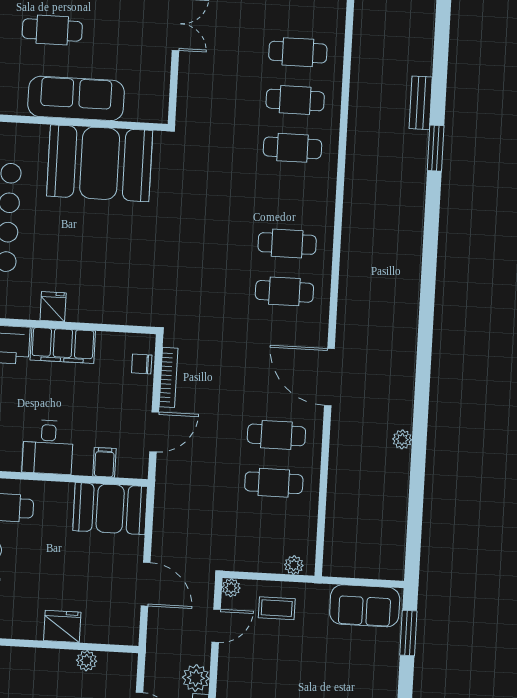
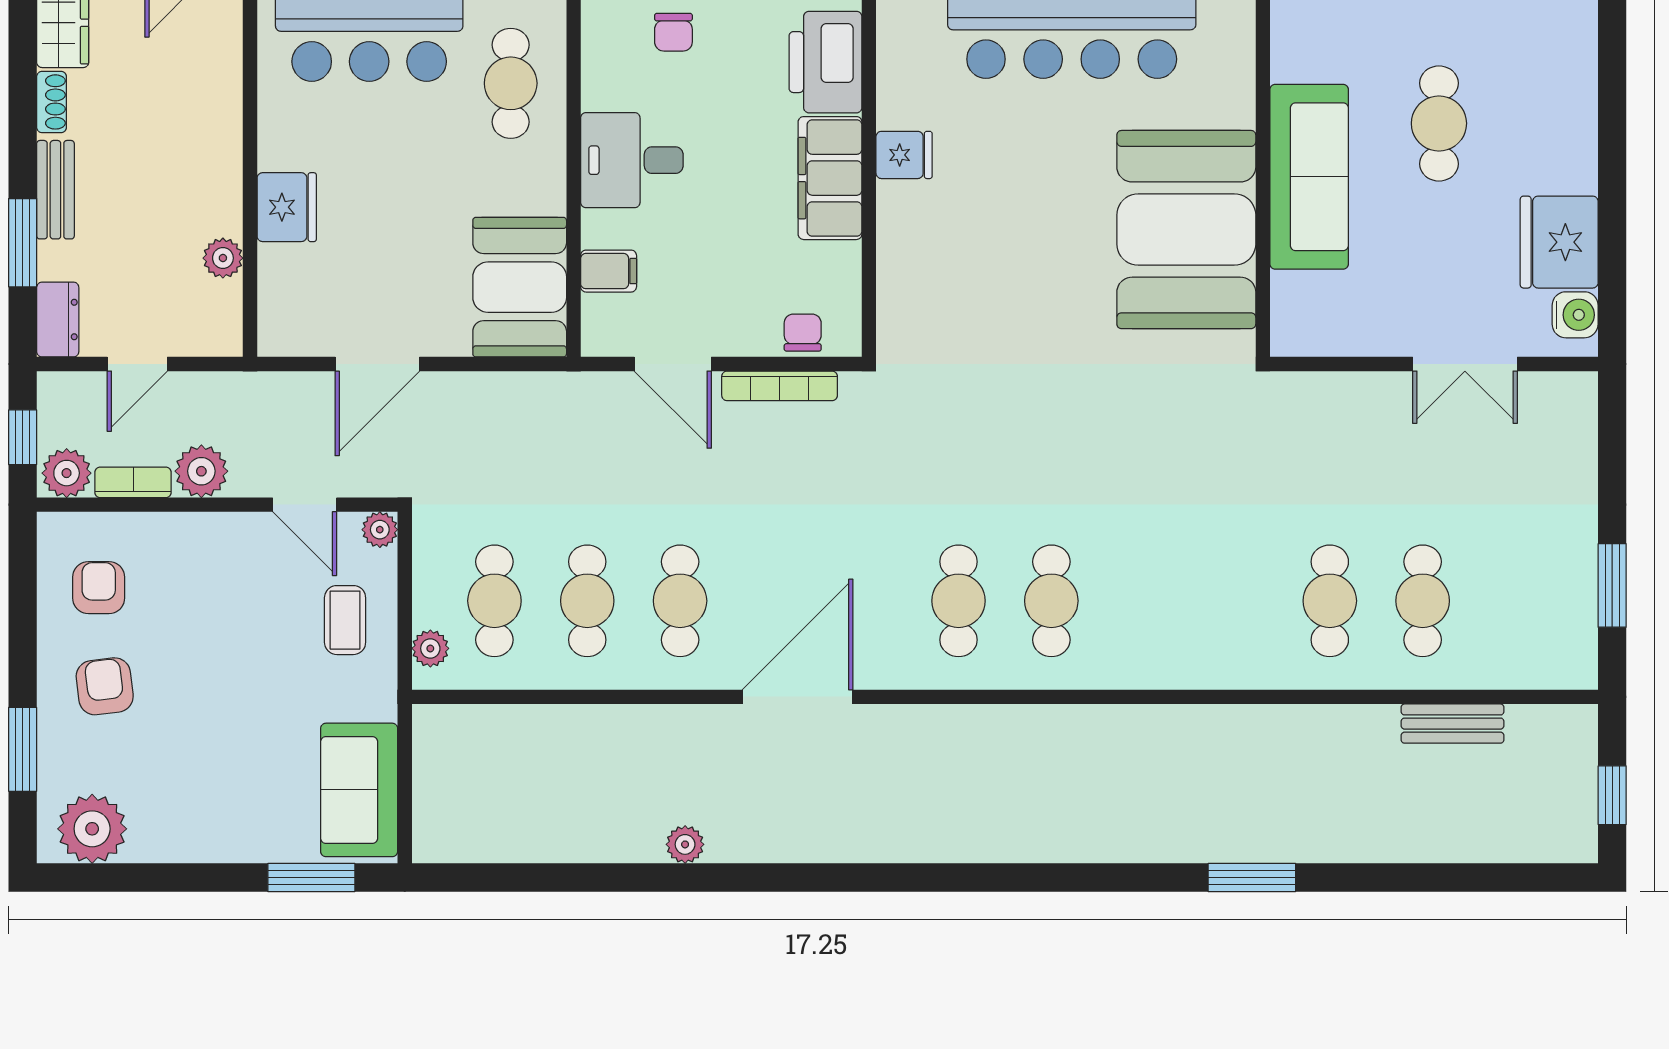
bench: (421, 103) -> (1453, 724), moved
cafe table: (292, 148) -> (494, 601), moved

